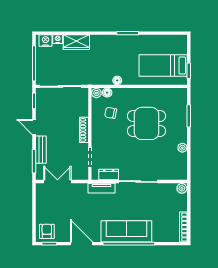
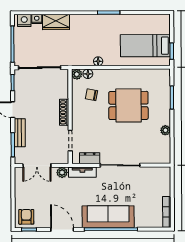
double door: (57, 182) -> (37, 166), swing flipped
plant: (182, 188) -> (62, 172), moved

